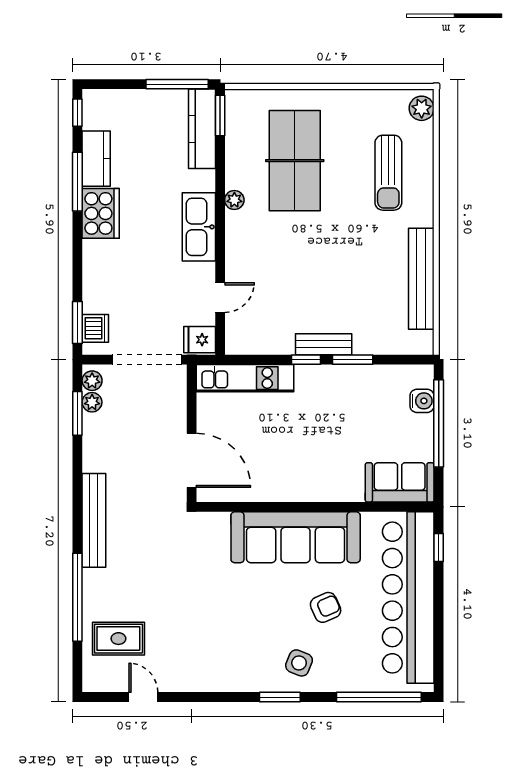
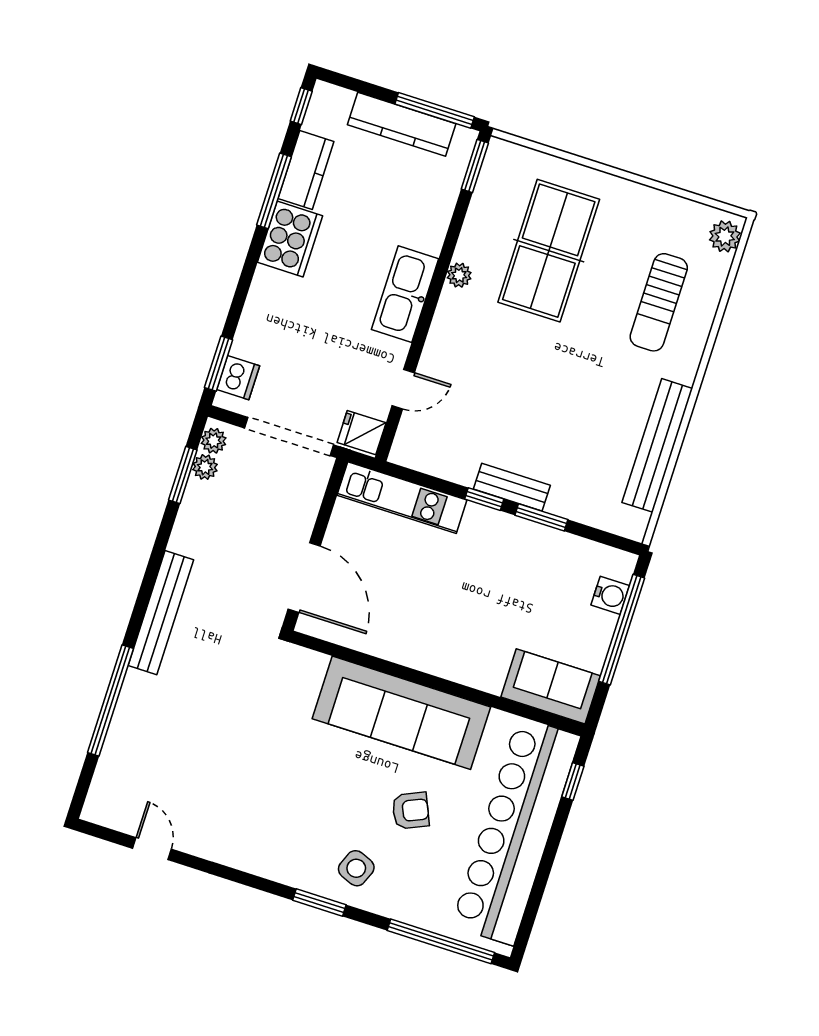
kitchen counter: (202, 129) -> (402, 124), moved, turned -90
rug: (118, 639) -> (144, 767), removed

